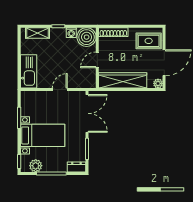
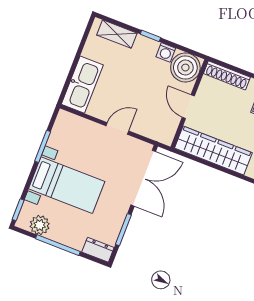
door: (97, 60) -> (188, 107), hinge flipped

